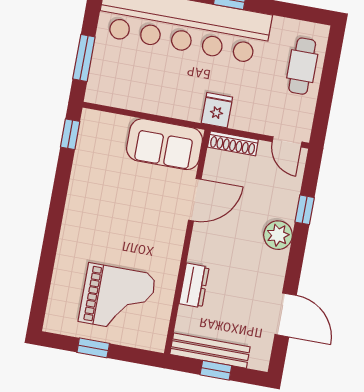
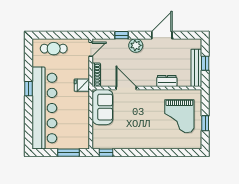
grand piano: (117, 298) -> (179, 116), turned 180
door: (286, 315) -> (162, 35), moved

